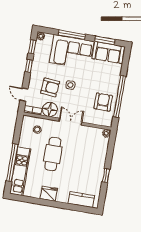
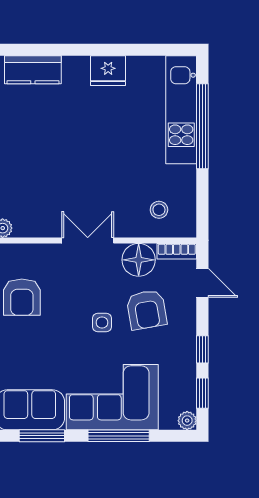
armchair: (50, 87) -> (147, 310), turned -105
double door: (70, 122) -> (88, 240), swing flipped
cafe table: (53, 154) -> (114, 161), removed

